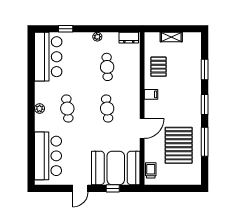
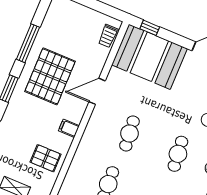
pallet: (159, 67) -> (46, 158), turned 90
pallet: (179, 145) -> (50, 76), moved
window: (113, 188) -> (150, 28), moved

